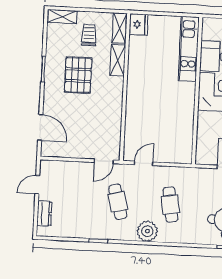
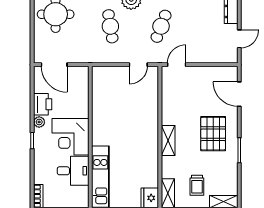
shelving: (118, 60) -> (168, 140), moved
pallet: (78, 75) -> (213, 134), moved
cafe table: (118, 202) -> (161, 26), turned 36

